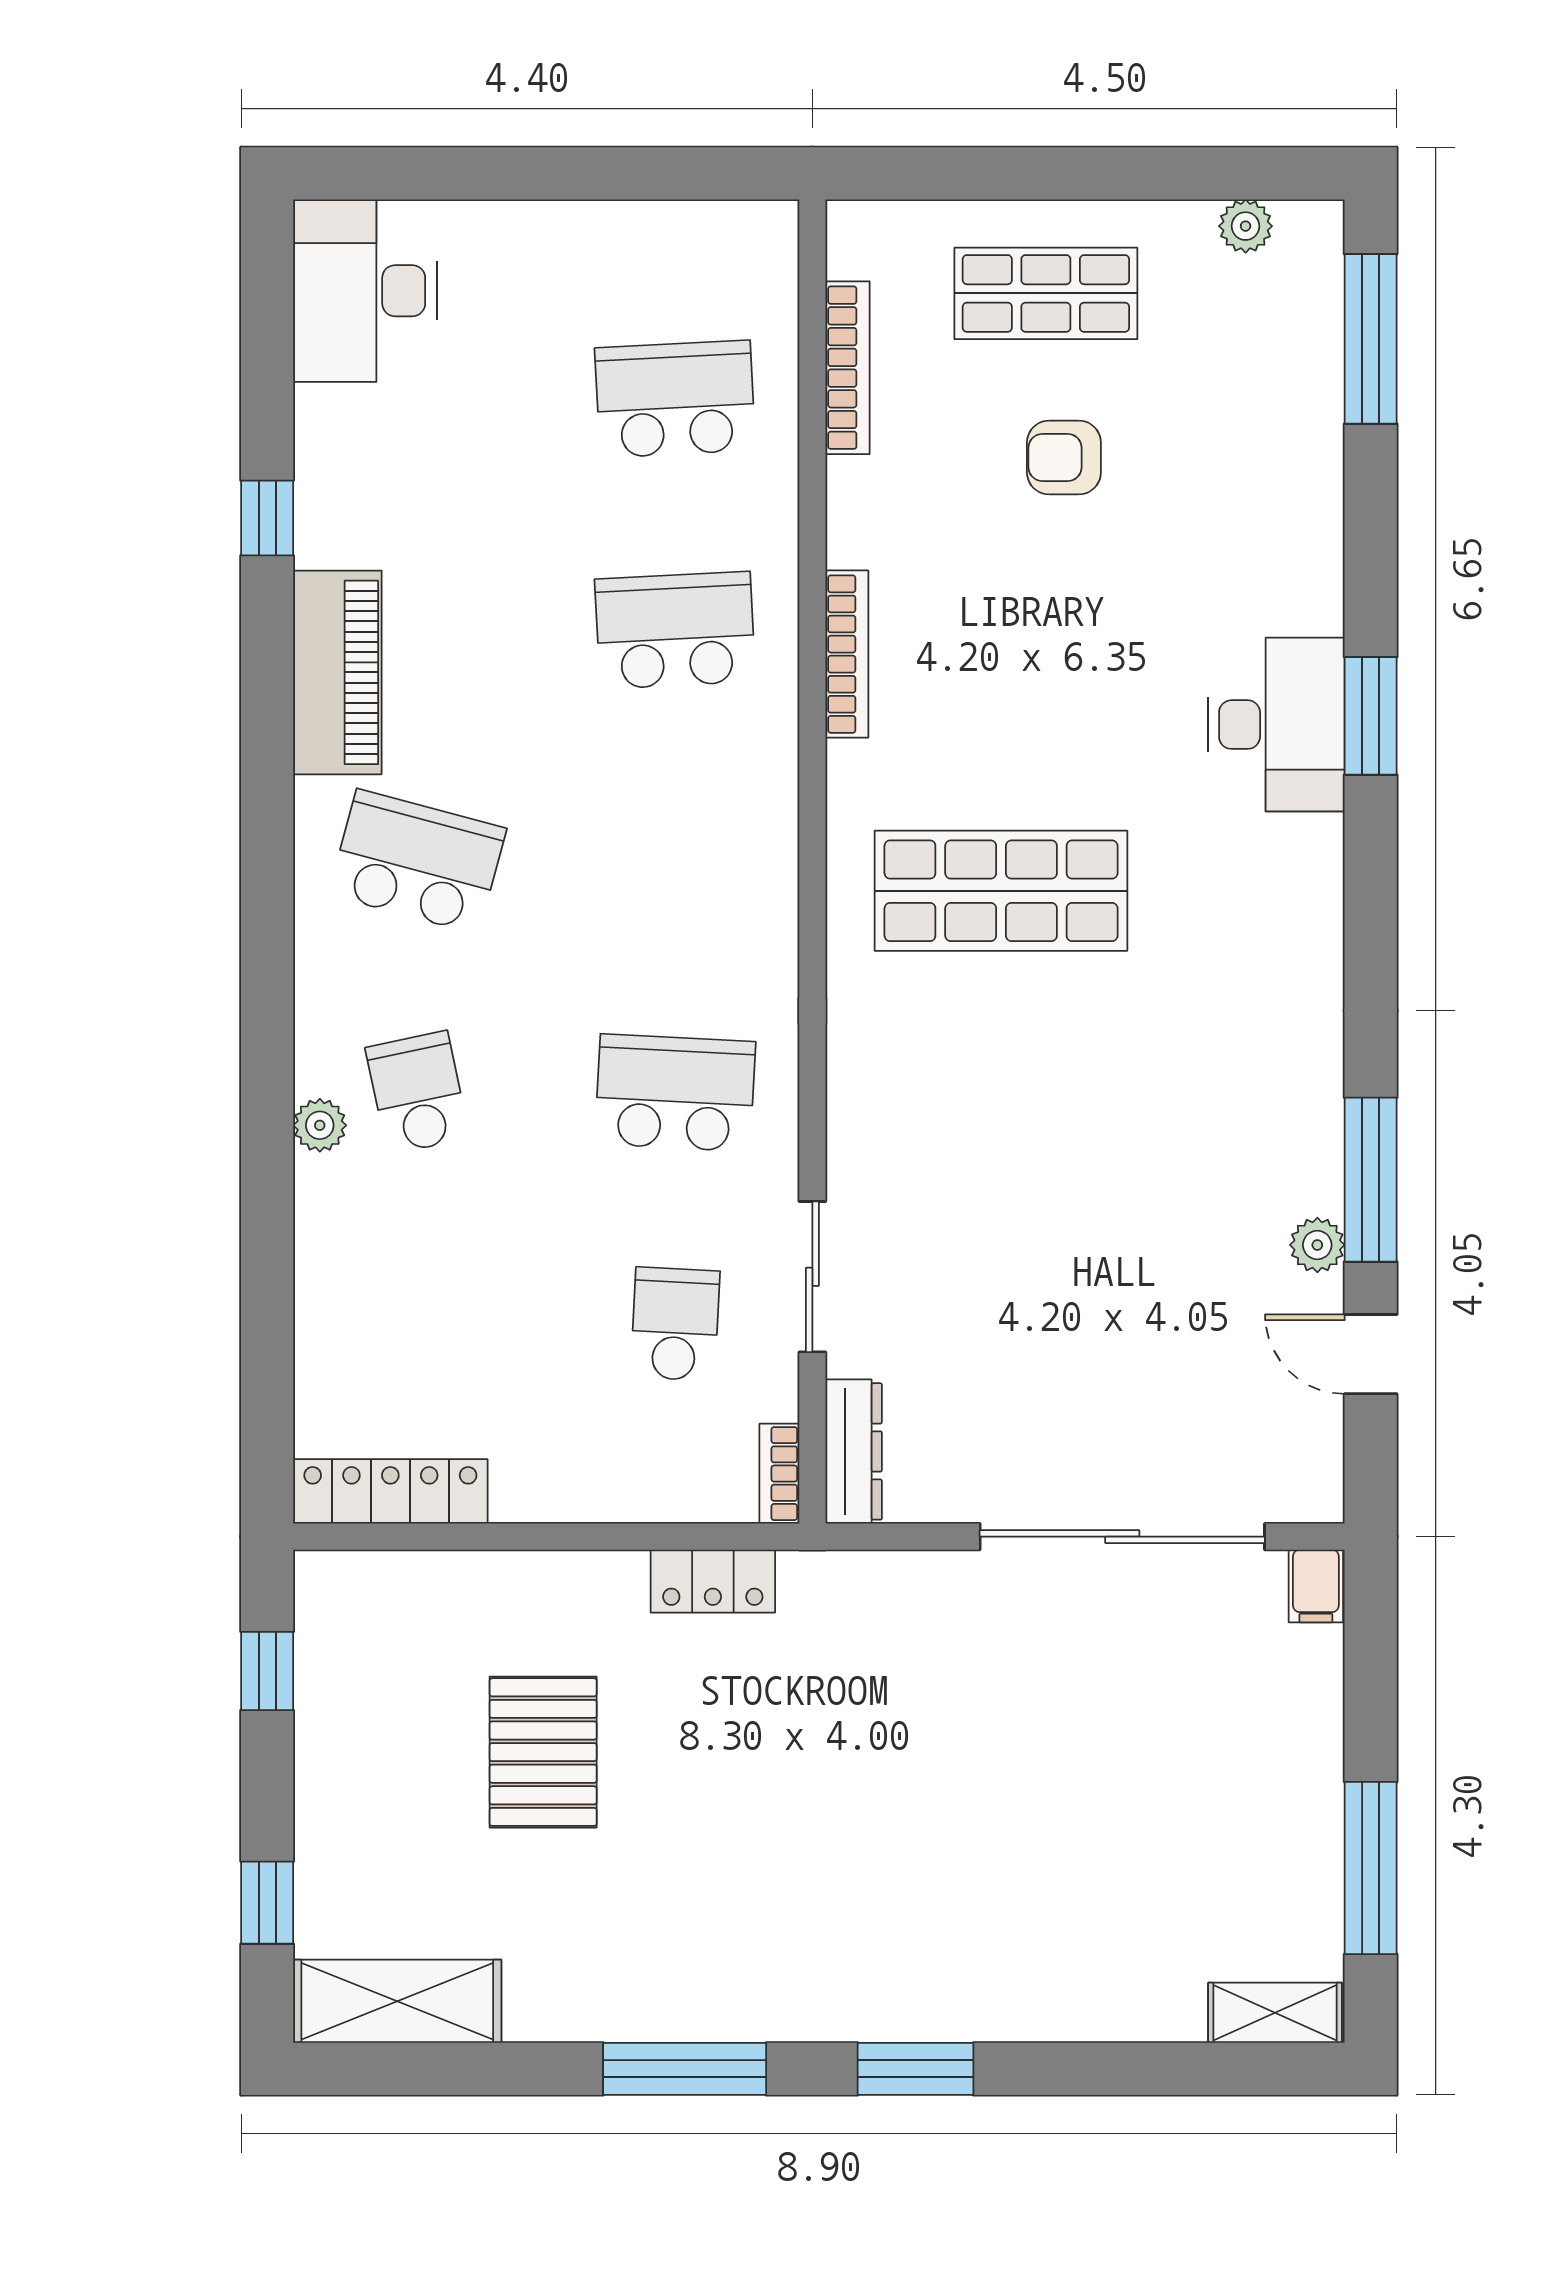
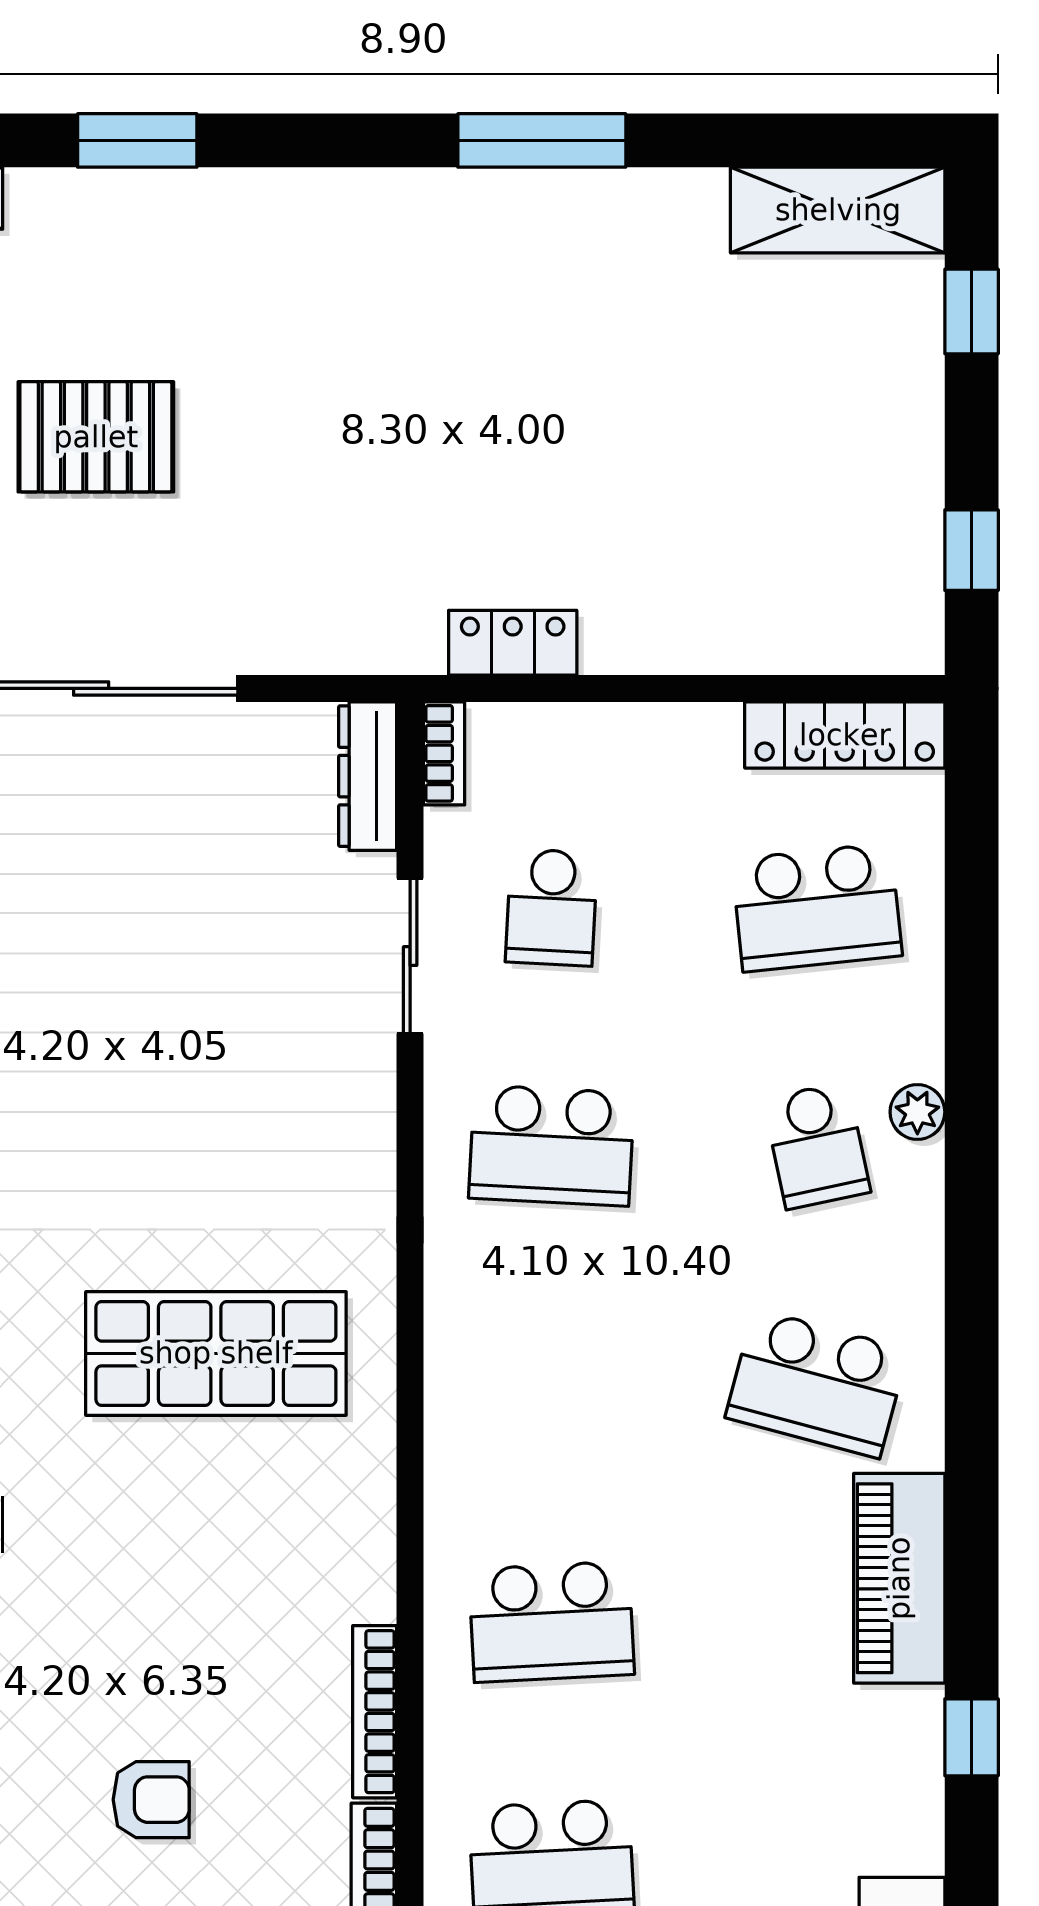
bookcase: (847, 654) -> (375, 1712), moved
school desk: (417, 1324) -> (817, 907), added
pallet: (543, 1752) -> (96, 437), moved, turned 90
window: (915, 2069) -> (137, 140), moved

